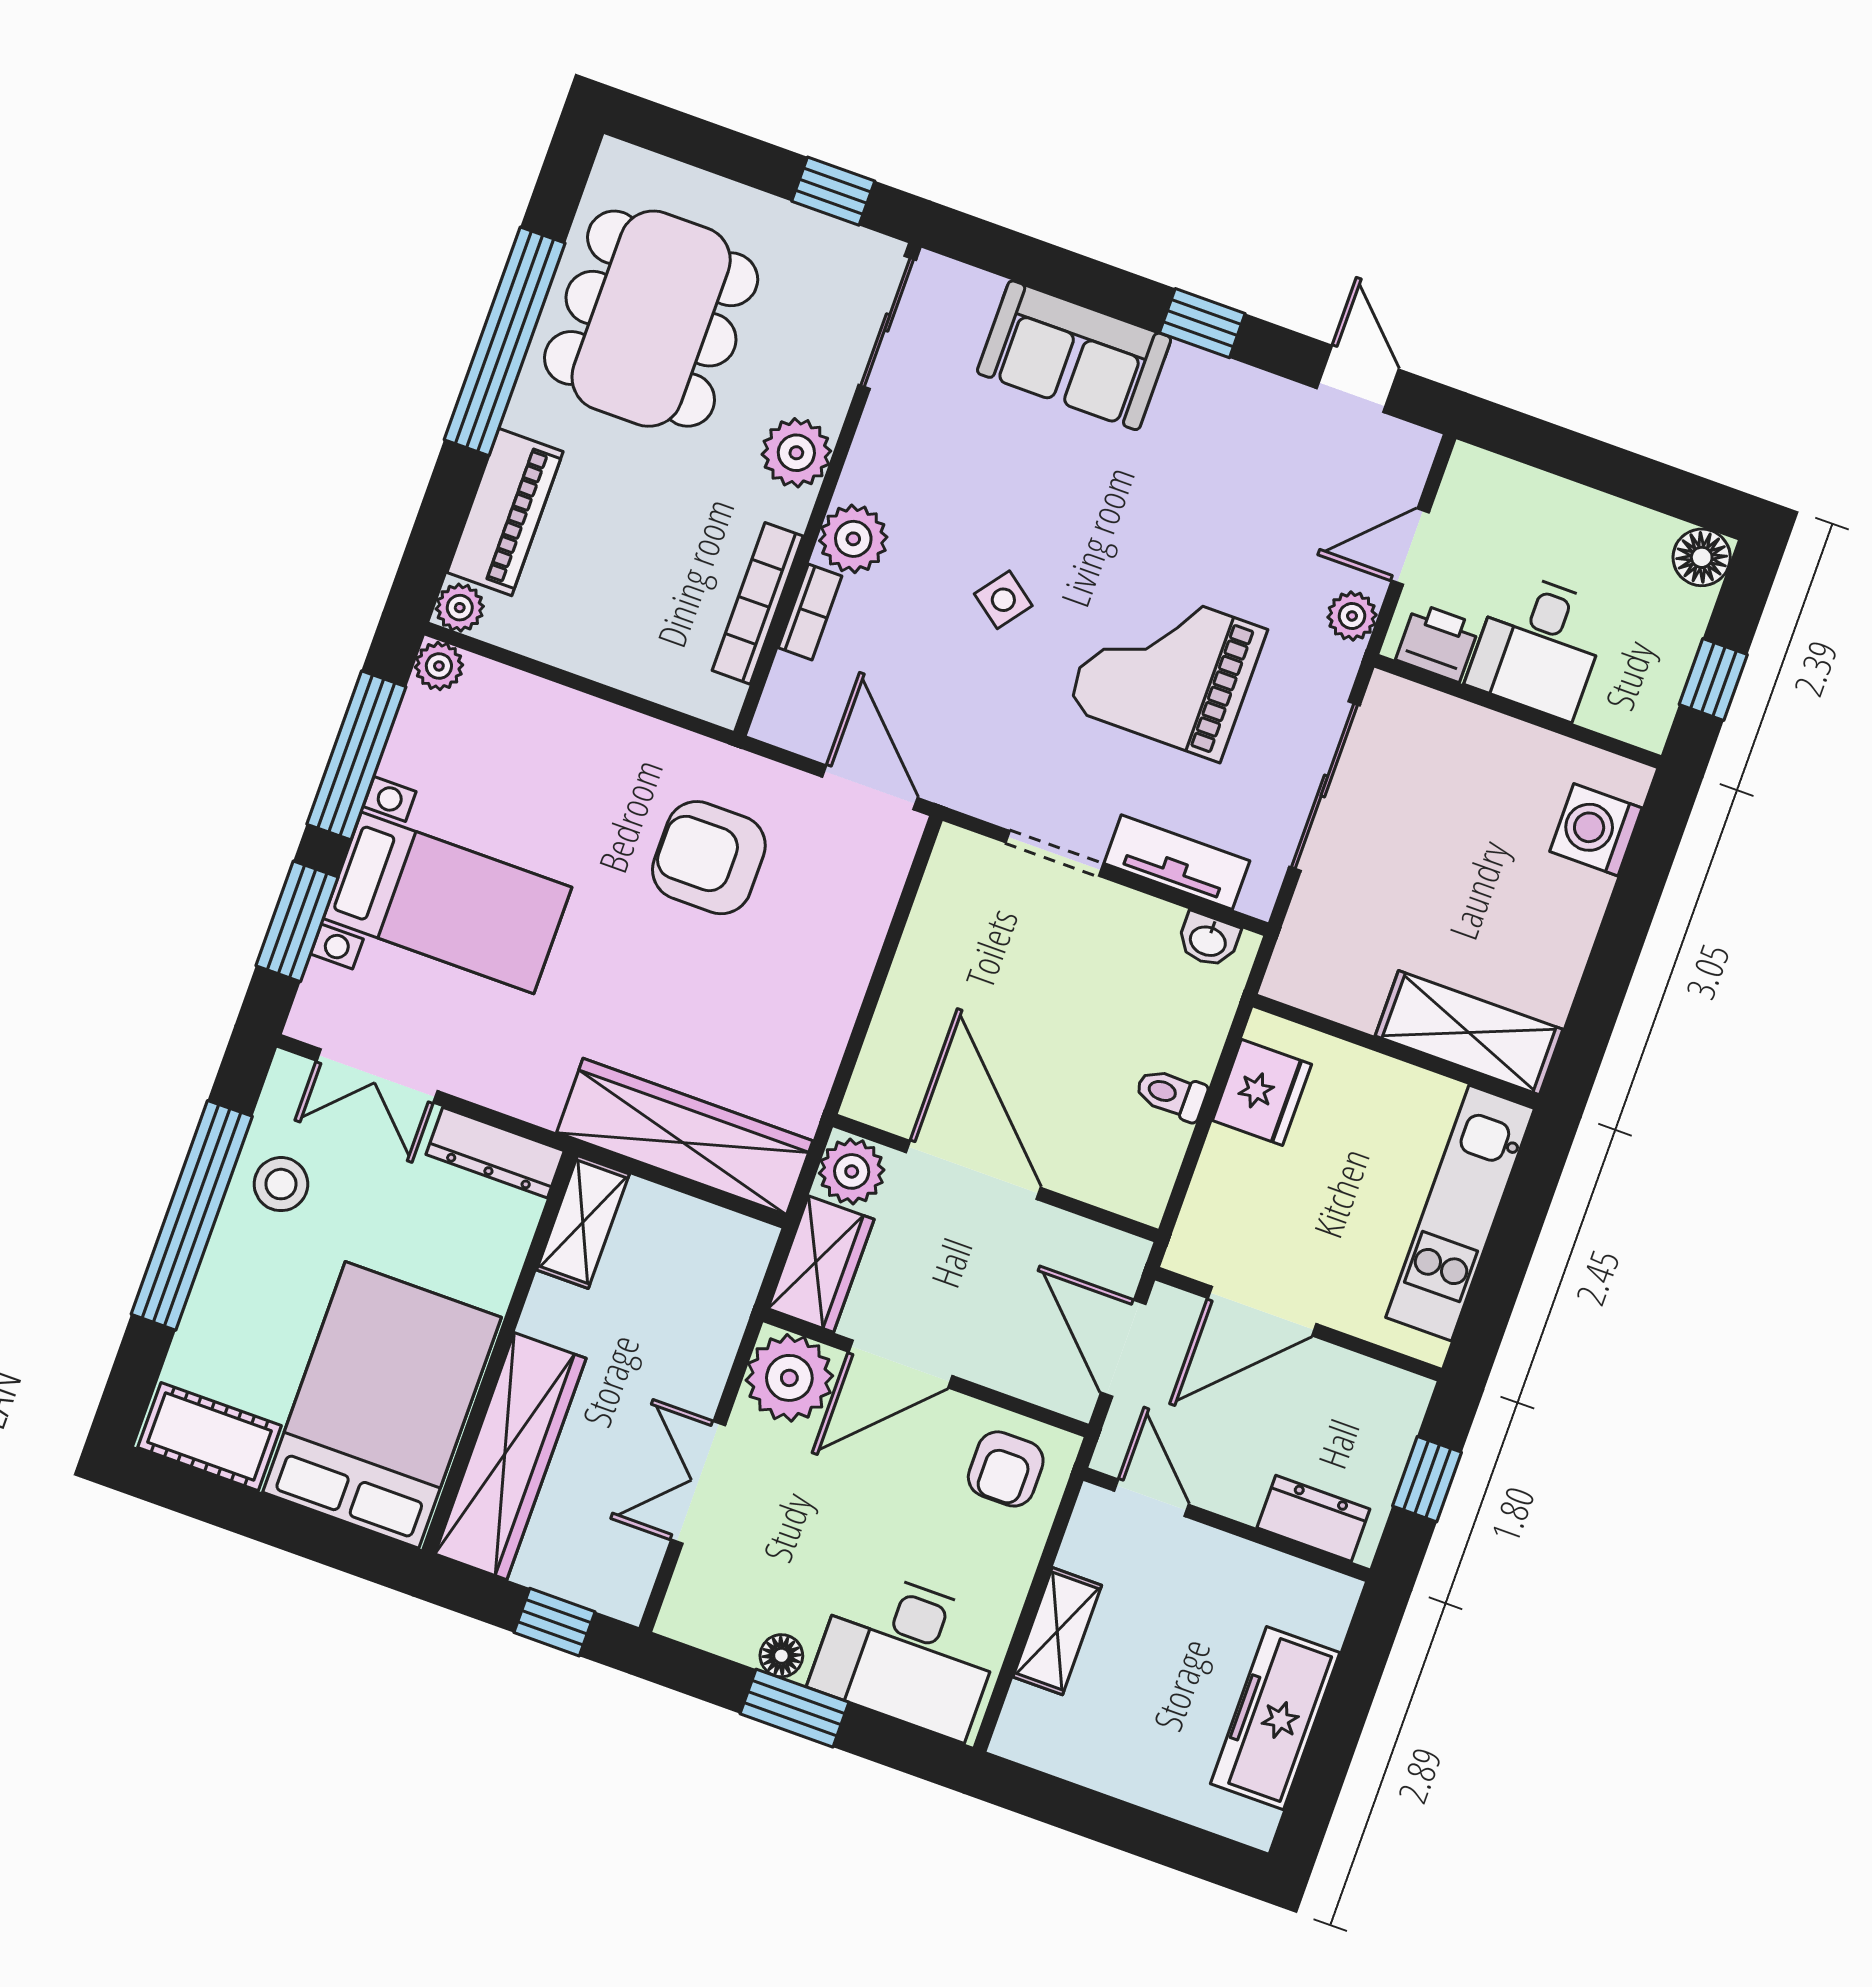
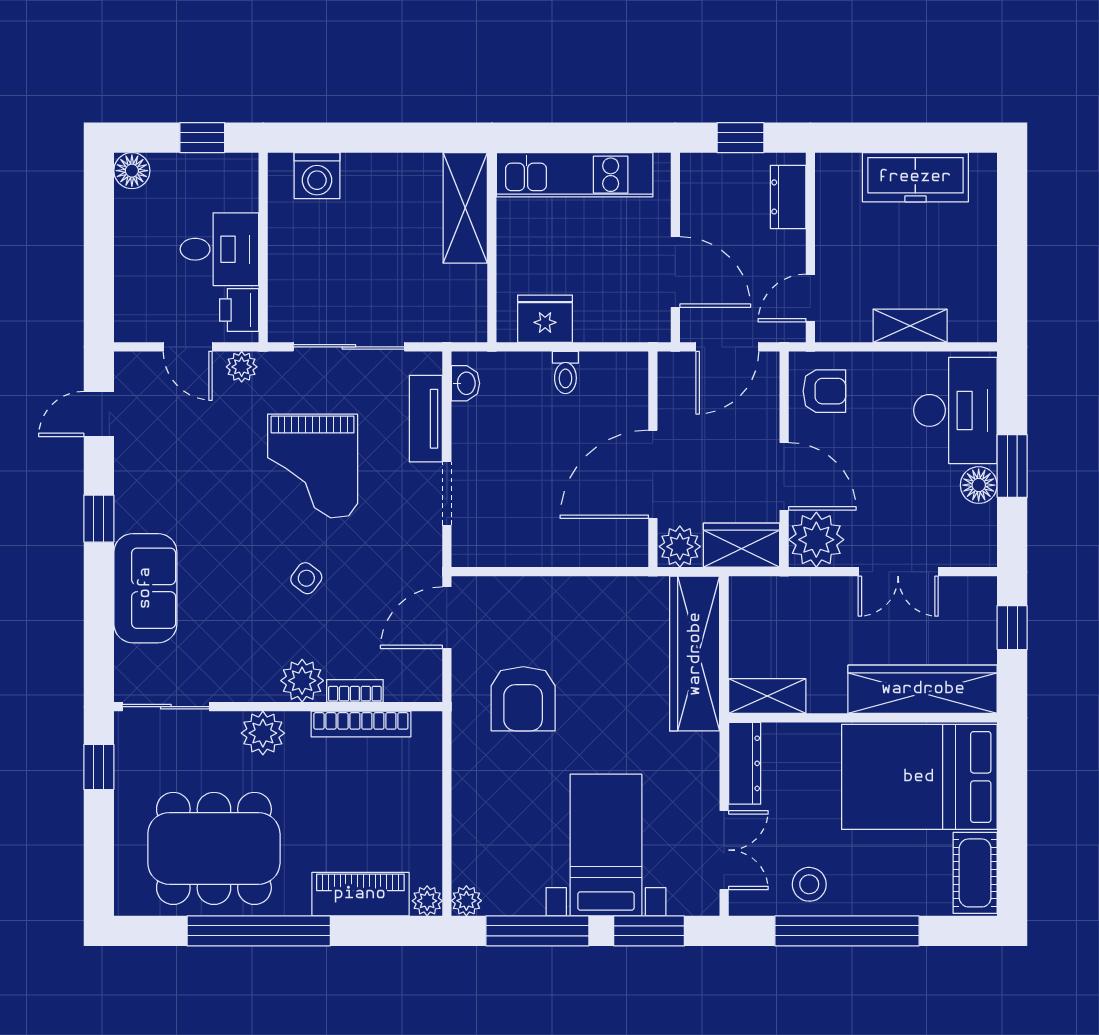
floor lamp: (781, 1656) -> (979, 485), width x1.37, depth x1.37

